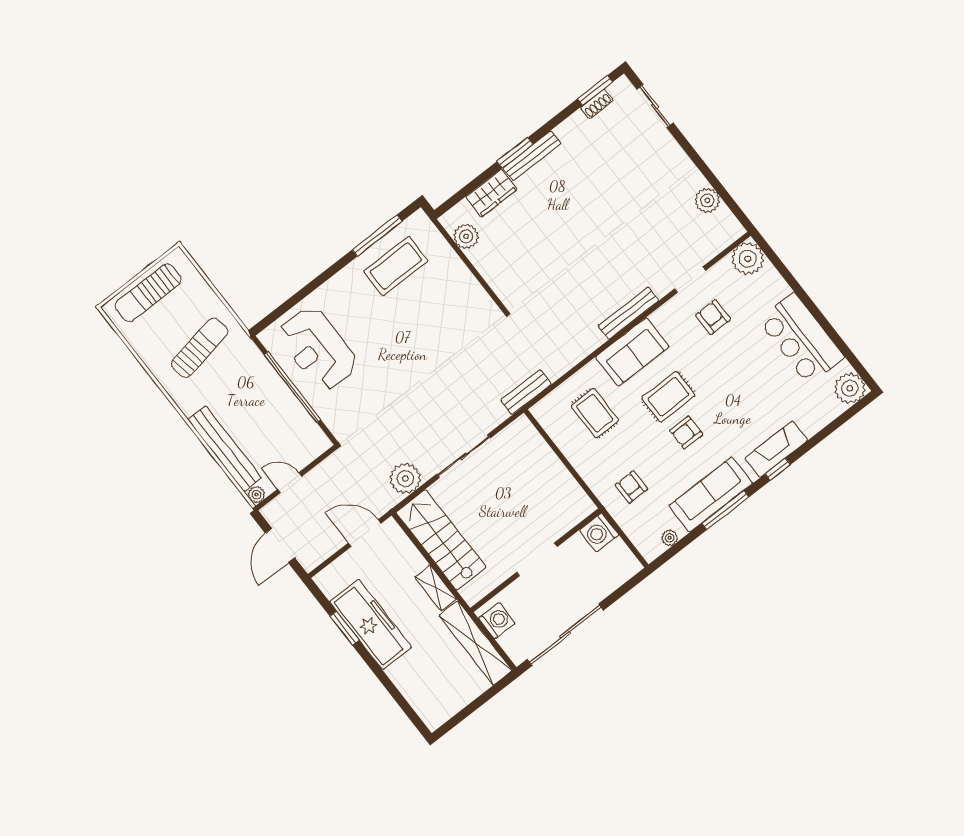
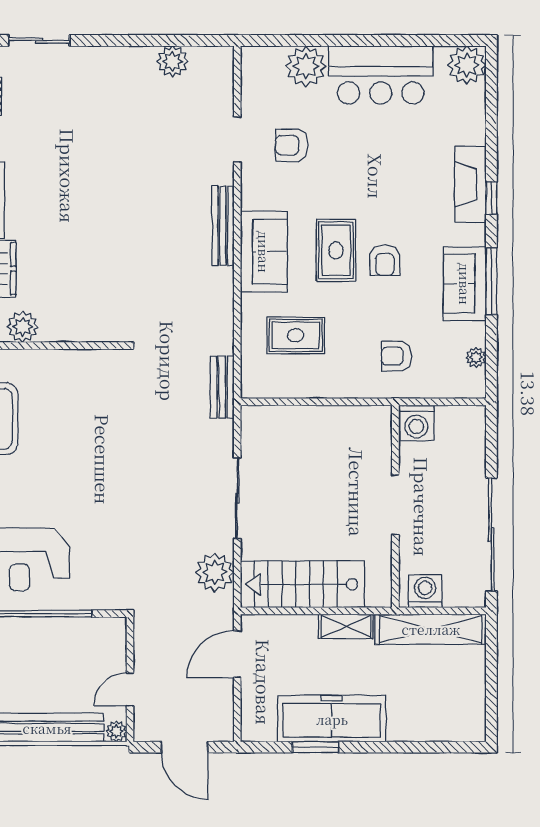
plant: (748, 259) -> (306, 66), moved
sofa: (711, 494) -> (465, 284), width x0.73

